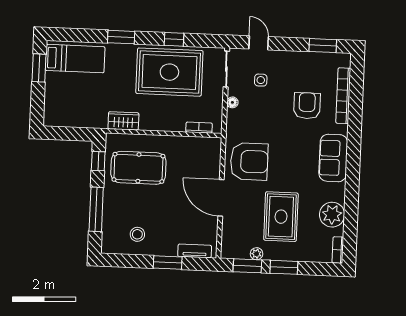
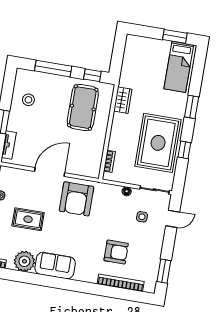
sofa: (333, 158) -> (55, 266), moved
rug: (281, 217) -> (28, 219), width x0.73, depth x0.70

